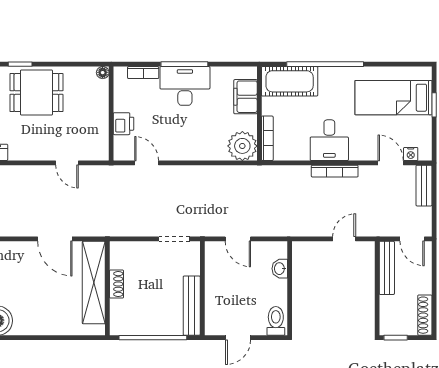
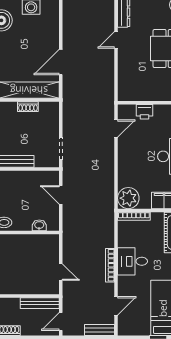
nightstand: (411, 154) -> (122, 320), removed
door: (67, 163) -> (116, 40), moved
door: (238, 239) -> (61, 195), hinge flipped

